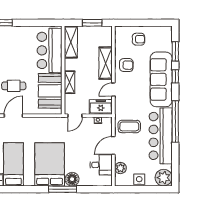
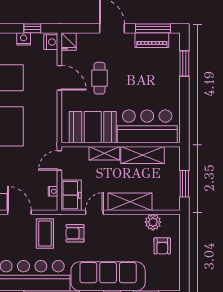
shelving: (71, 42) -> (142, 155), moved
plant: (121, 46) -> (153, 222), added
armchair: (126, 65) -> (75, 233), moved, turned 90
door: (113, 90) -> (94, 212), hinge flipped
door: (75, 116) -> (59, 160), hinge flipped

